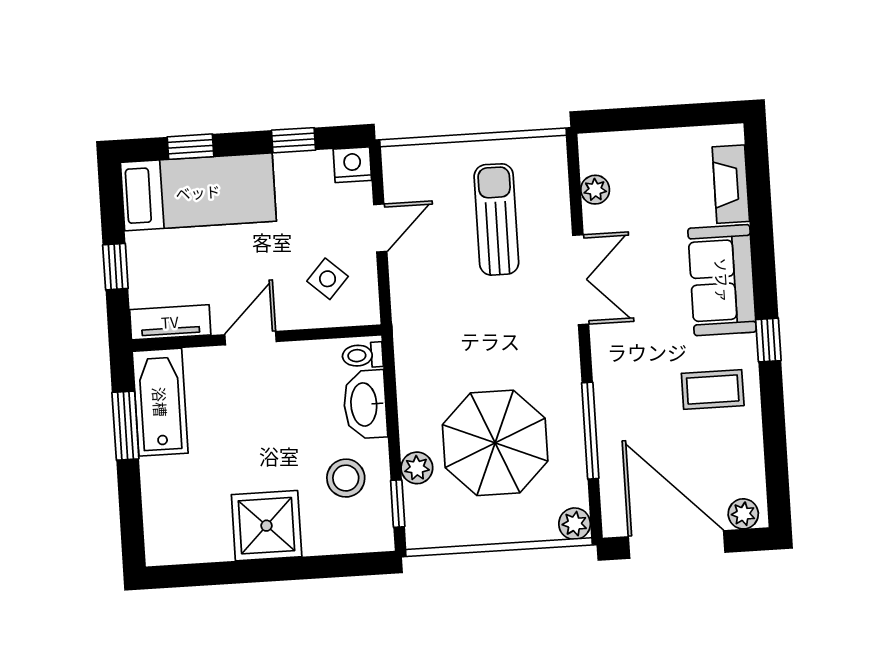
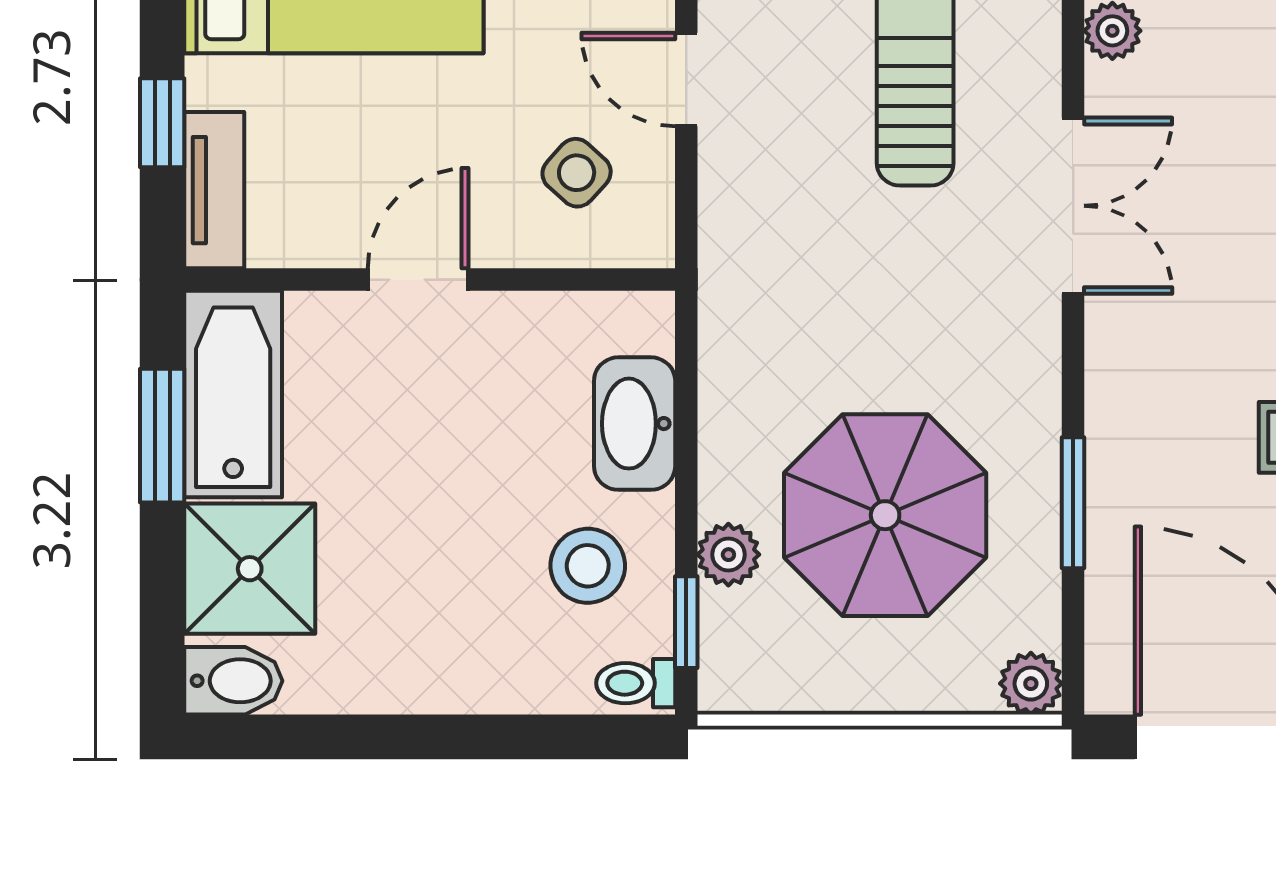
door: (380, 228) -> (686, 79), swing flipped
tv unit: (170, 322) -> (214, 190), moved, turned 90
toilet: (363, 355) -> (636, 683), moved
window: (590, 431) -> (1073, 503), width x0.69
shower: (267, 526) -> (250, 569), moved
bidet: (169, 548) -> (233, 681), added

